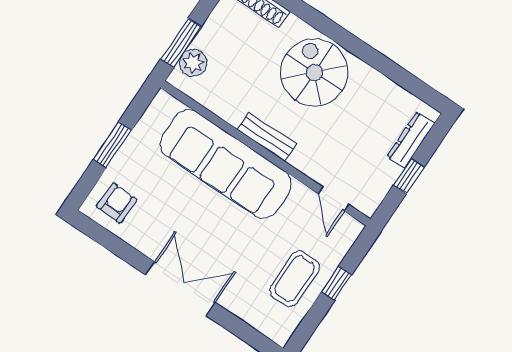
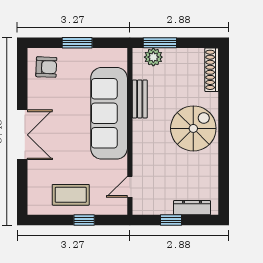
bench: (267, 137) -> (140, 99), moved

